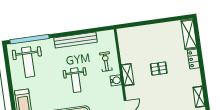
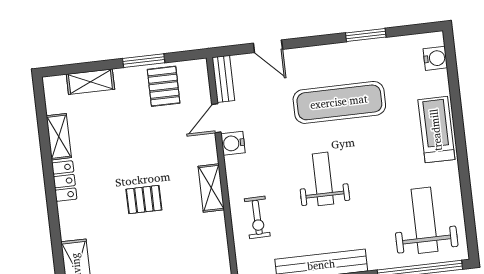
locker: (194, 59) -> (64, 181), moved
water cooler: (116, 80) -> (233, 143), moved

